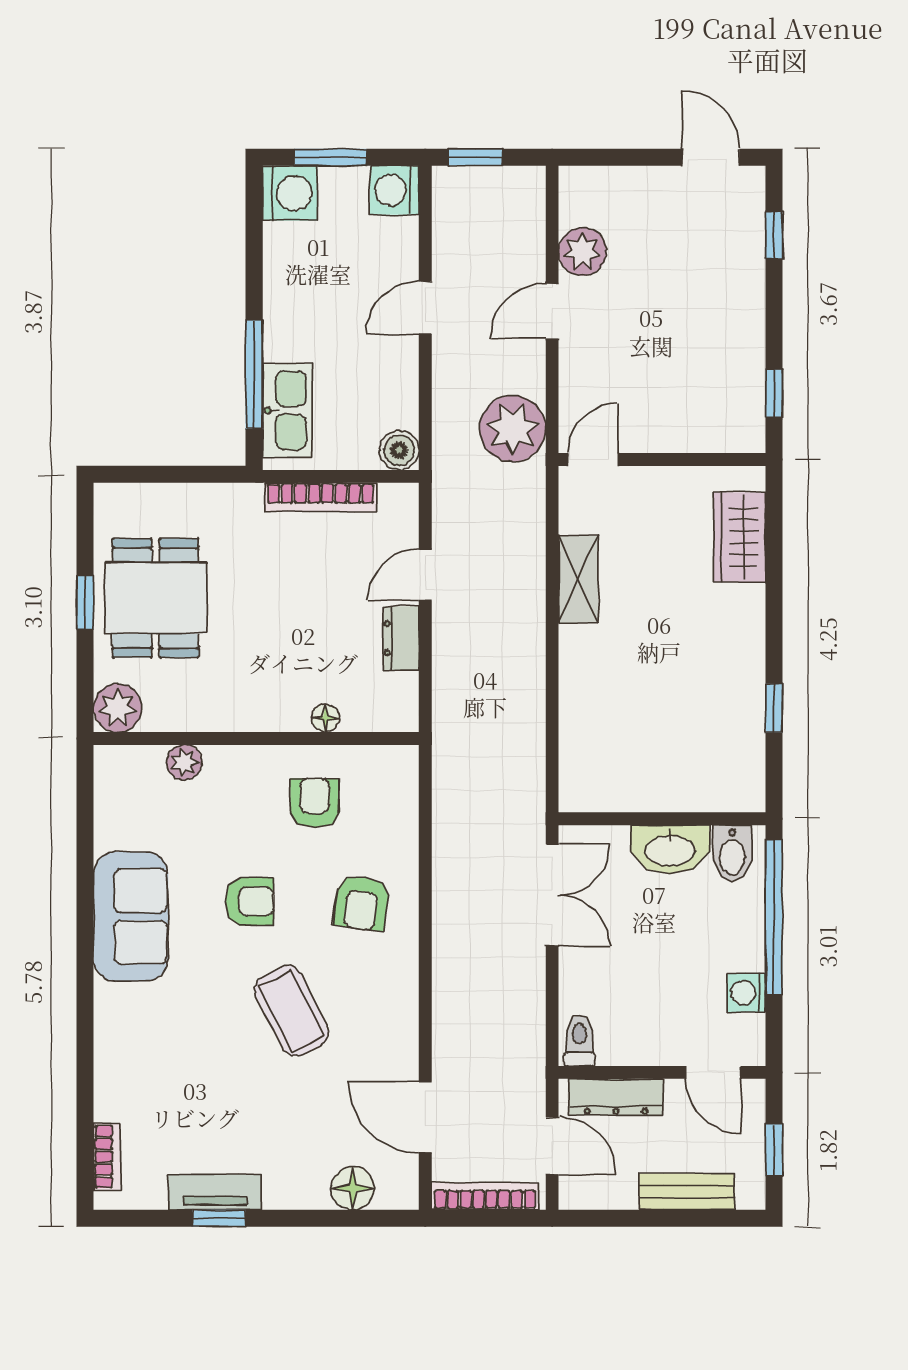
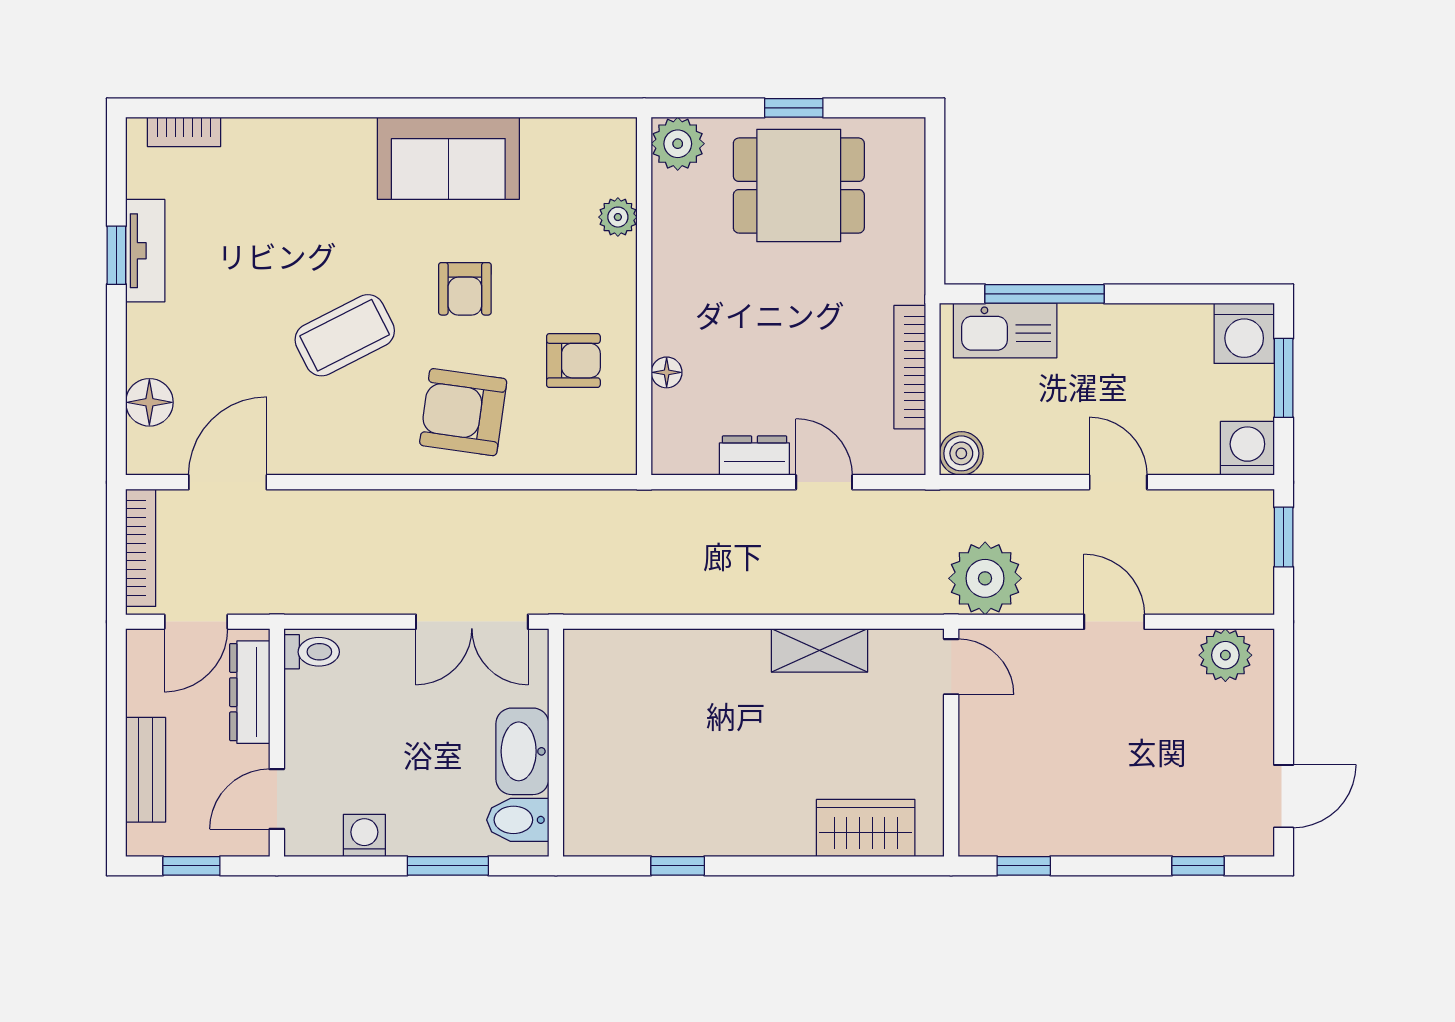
plant: (582, 252) -> (1225, 655), moved
armchair: (362, 903) -> (463, 412), width x1.38, depth x1.38
window: (774, 917) -> (448, 866), width x0.47

